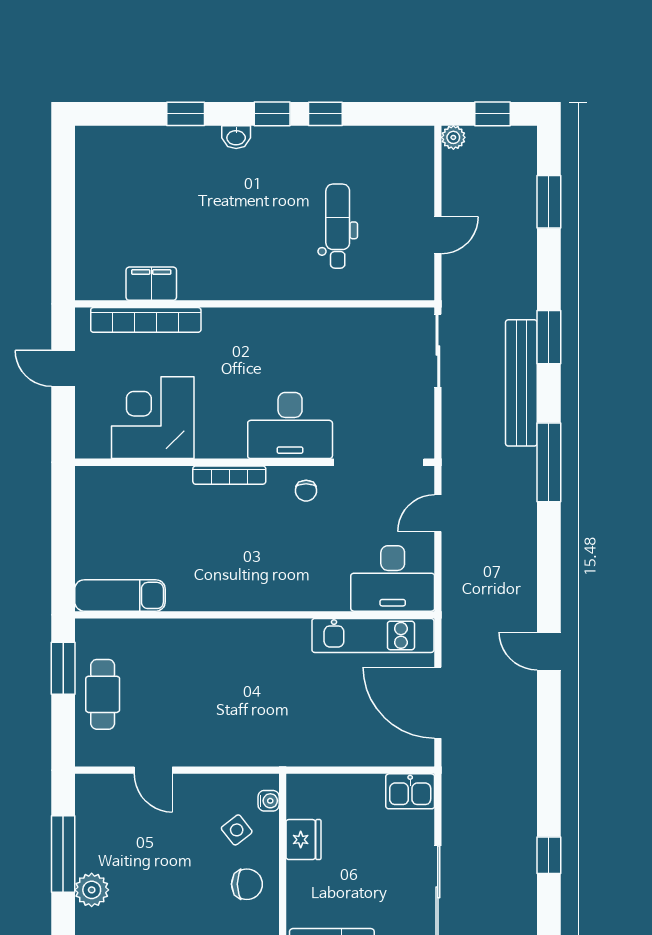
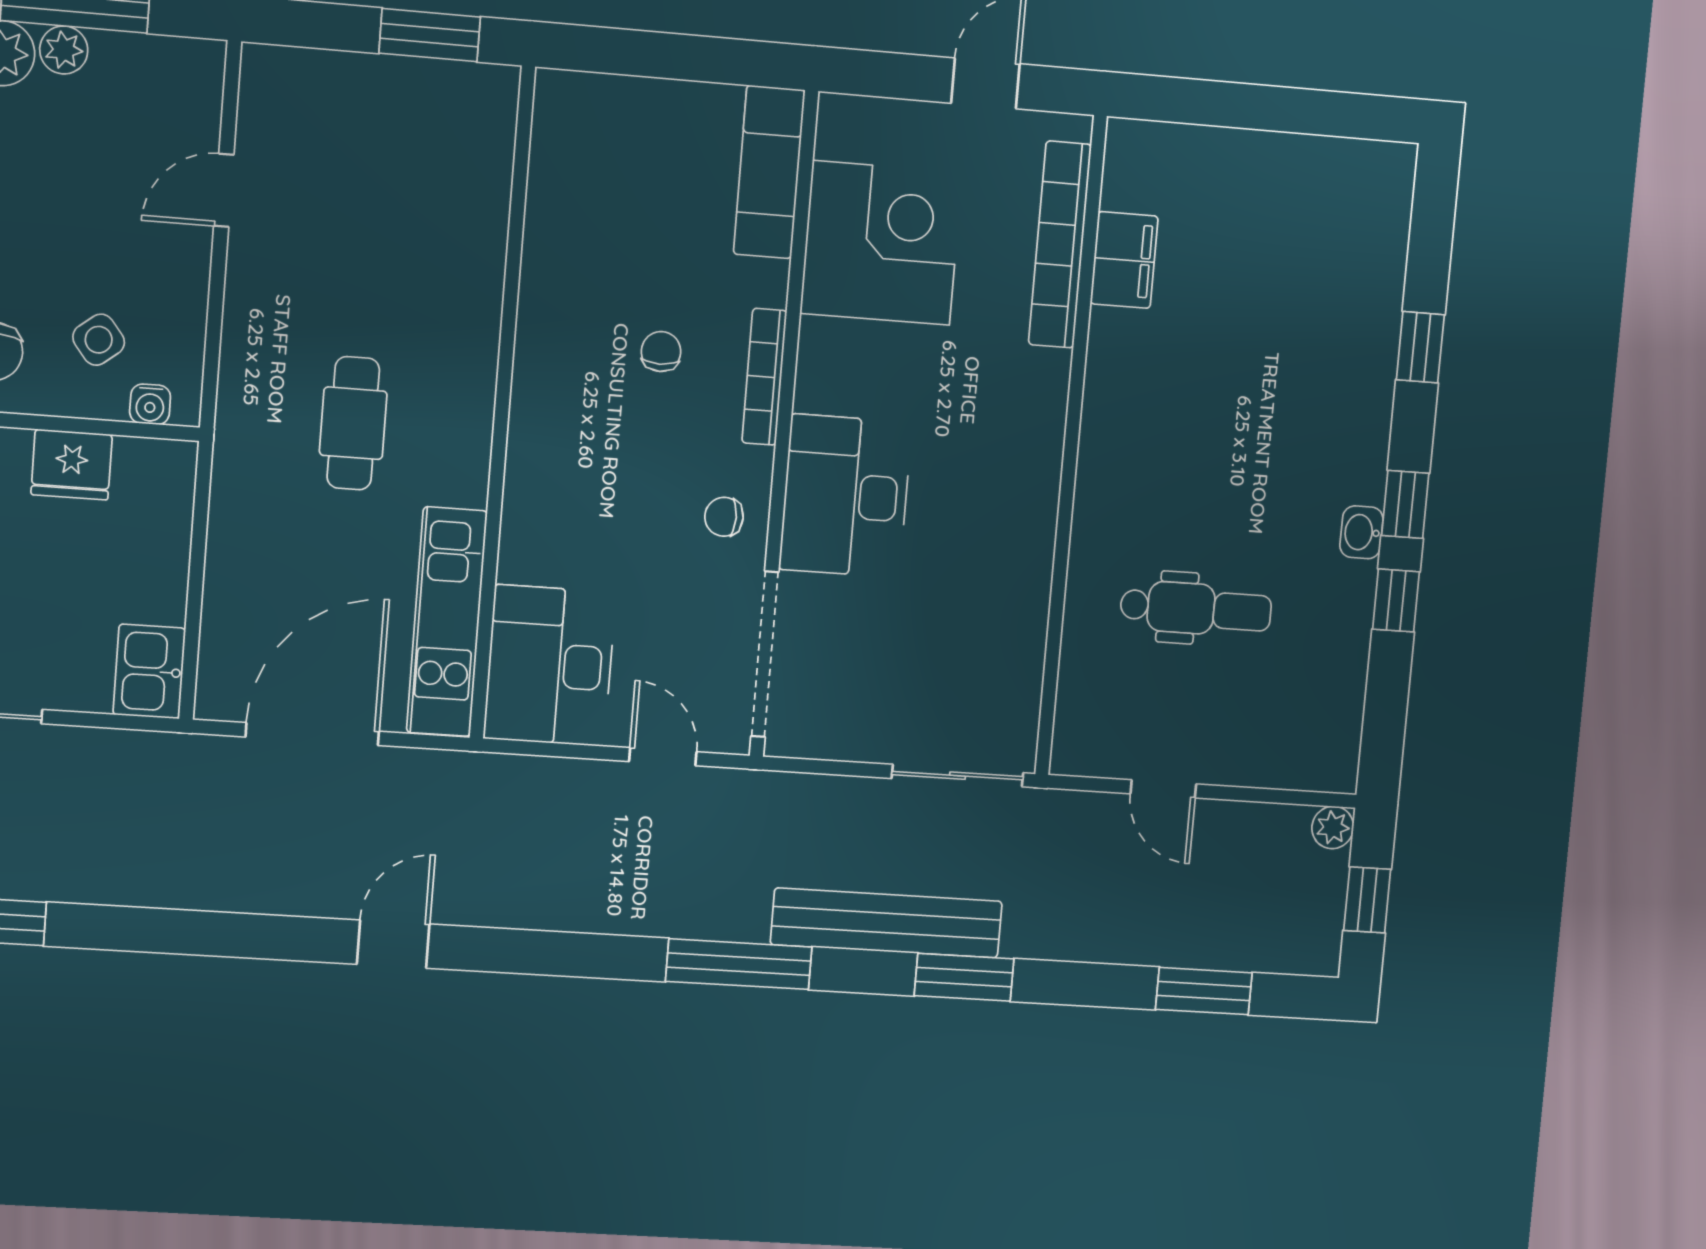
washbasin: (236, 137) -> (1361, 532), moved
chair: (220, 532) -> (661, 352), added
exam couch: (120, 595) -> (769, 172), moved, turned 180
cafe table: (103, 694) -> (353, 423), moved, turned 90
plant: (87, 858) -> (64, 50), added

